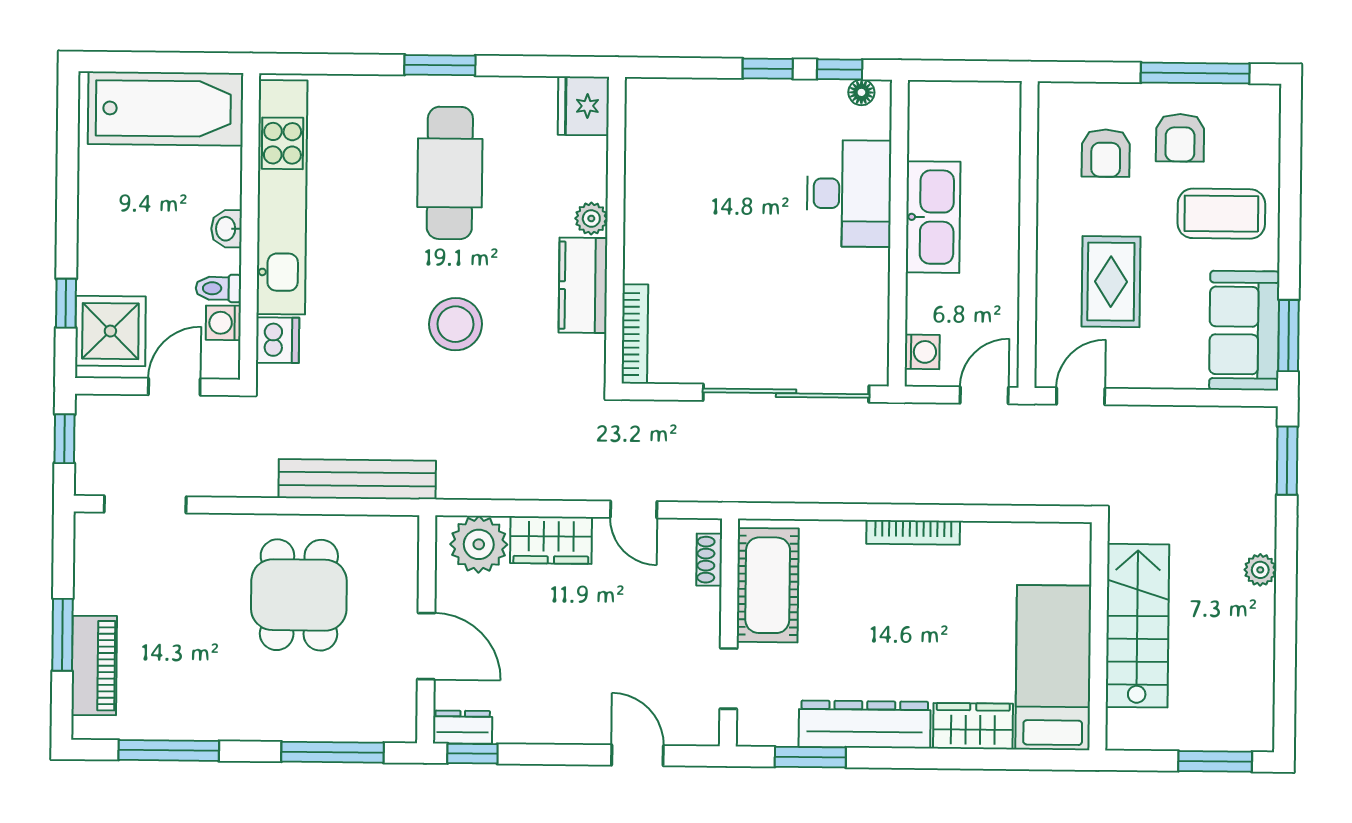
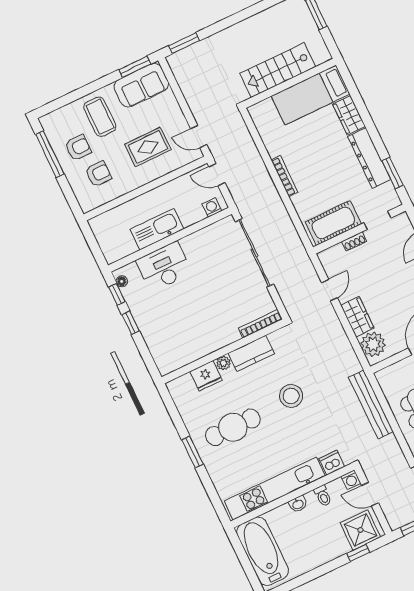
fridge: (583, 106) -> (206, 376), moved
washing machine: (223, 323) -> (351, 480), moved
shoe rack: (709, 560) -> (354, 241), moved
plant: (1260, 570) -> (232, 33), removed

